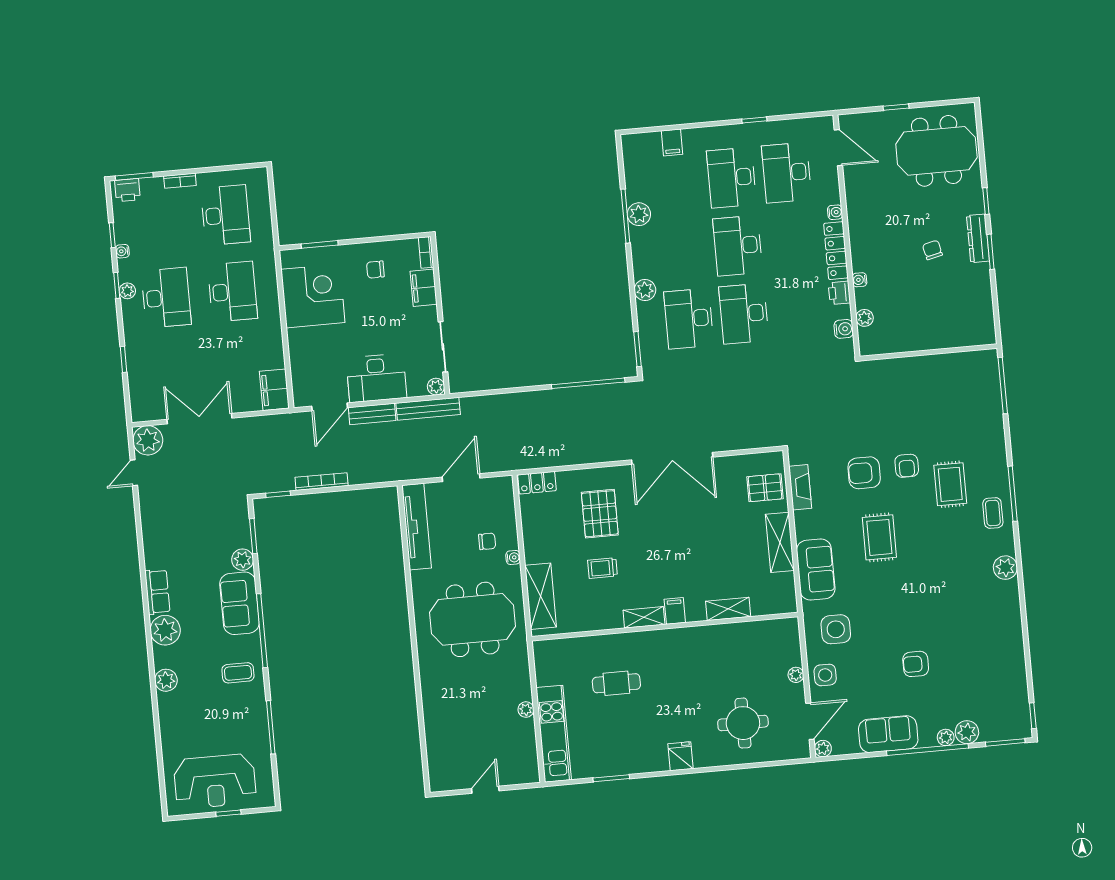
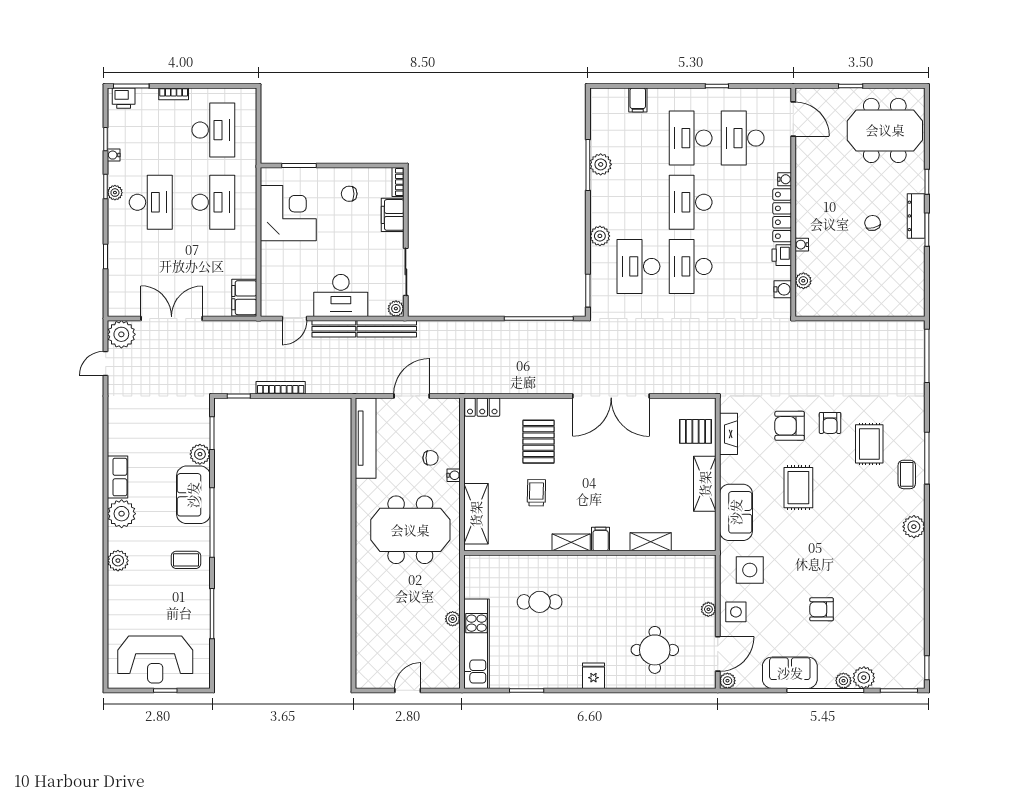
door: (330, 407) -> (294, 318), width x0.73
trolley: (602, 568) -> (536, 493), turned 91

